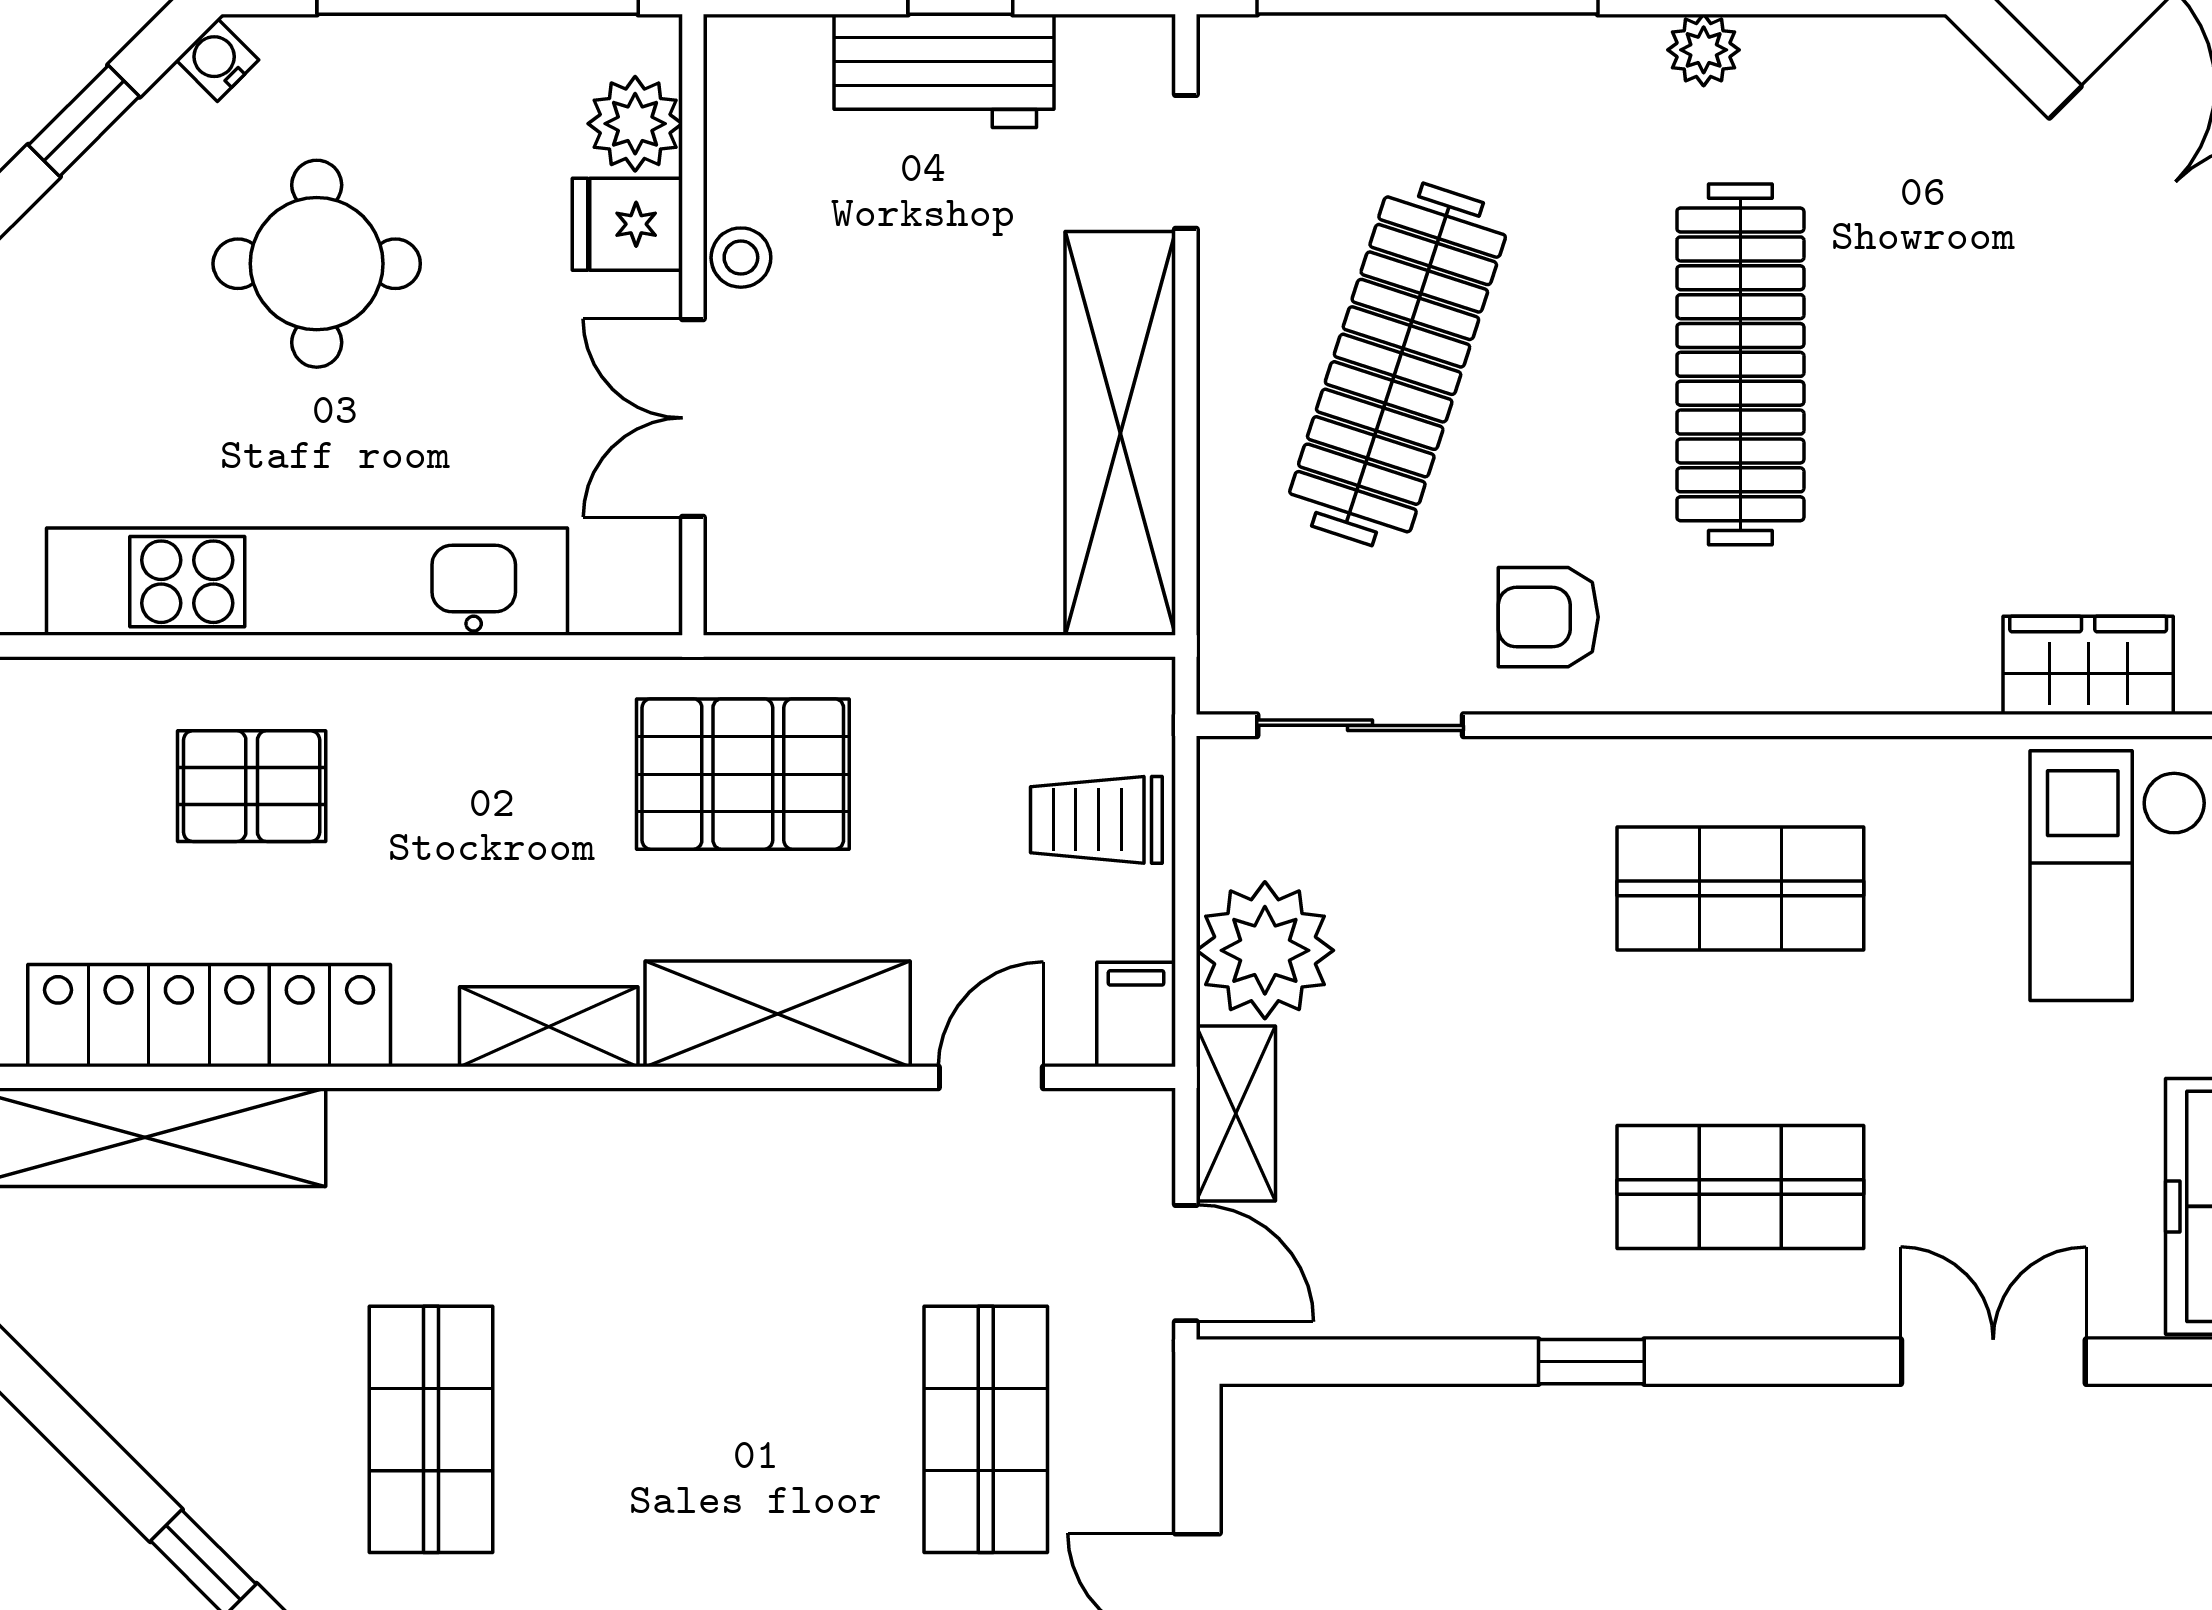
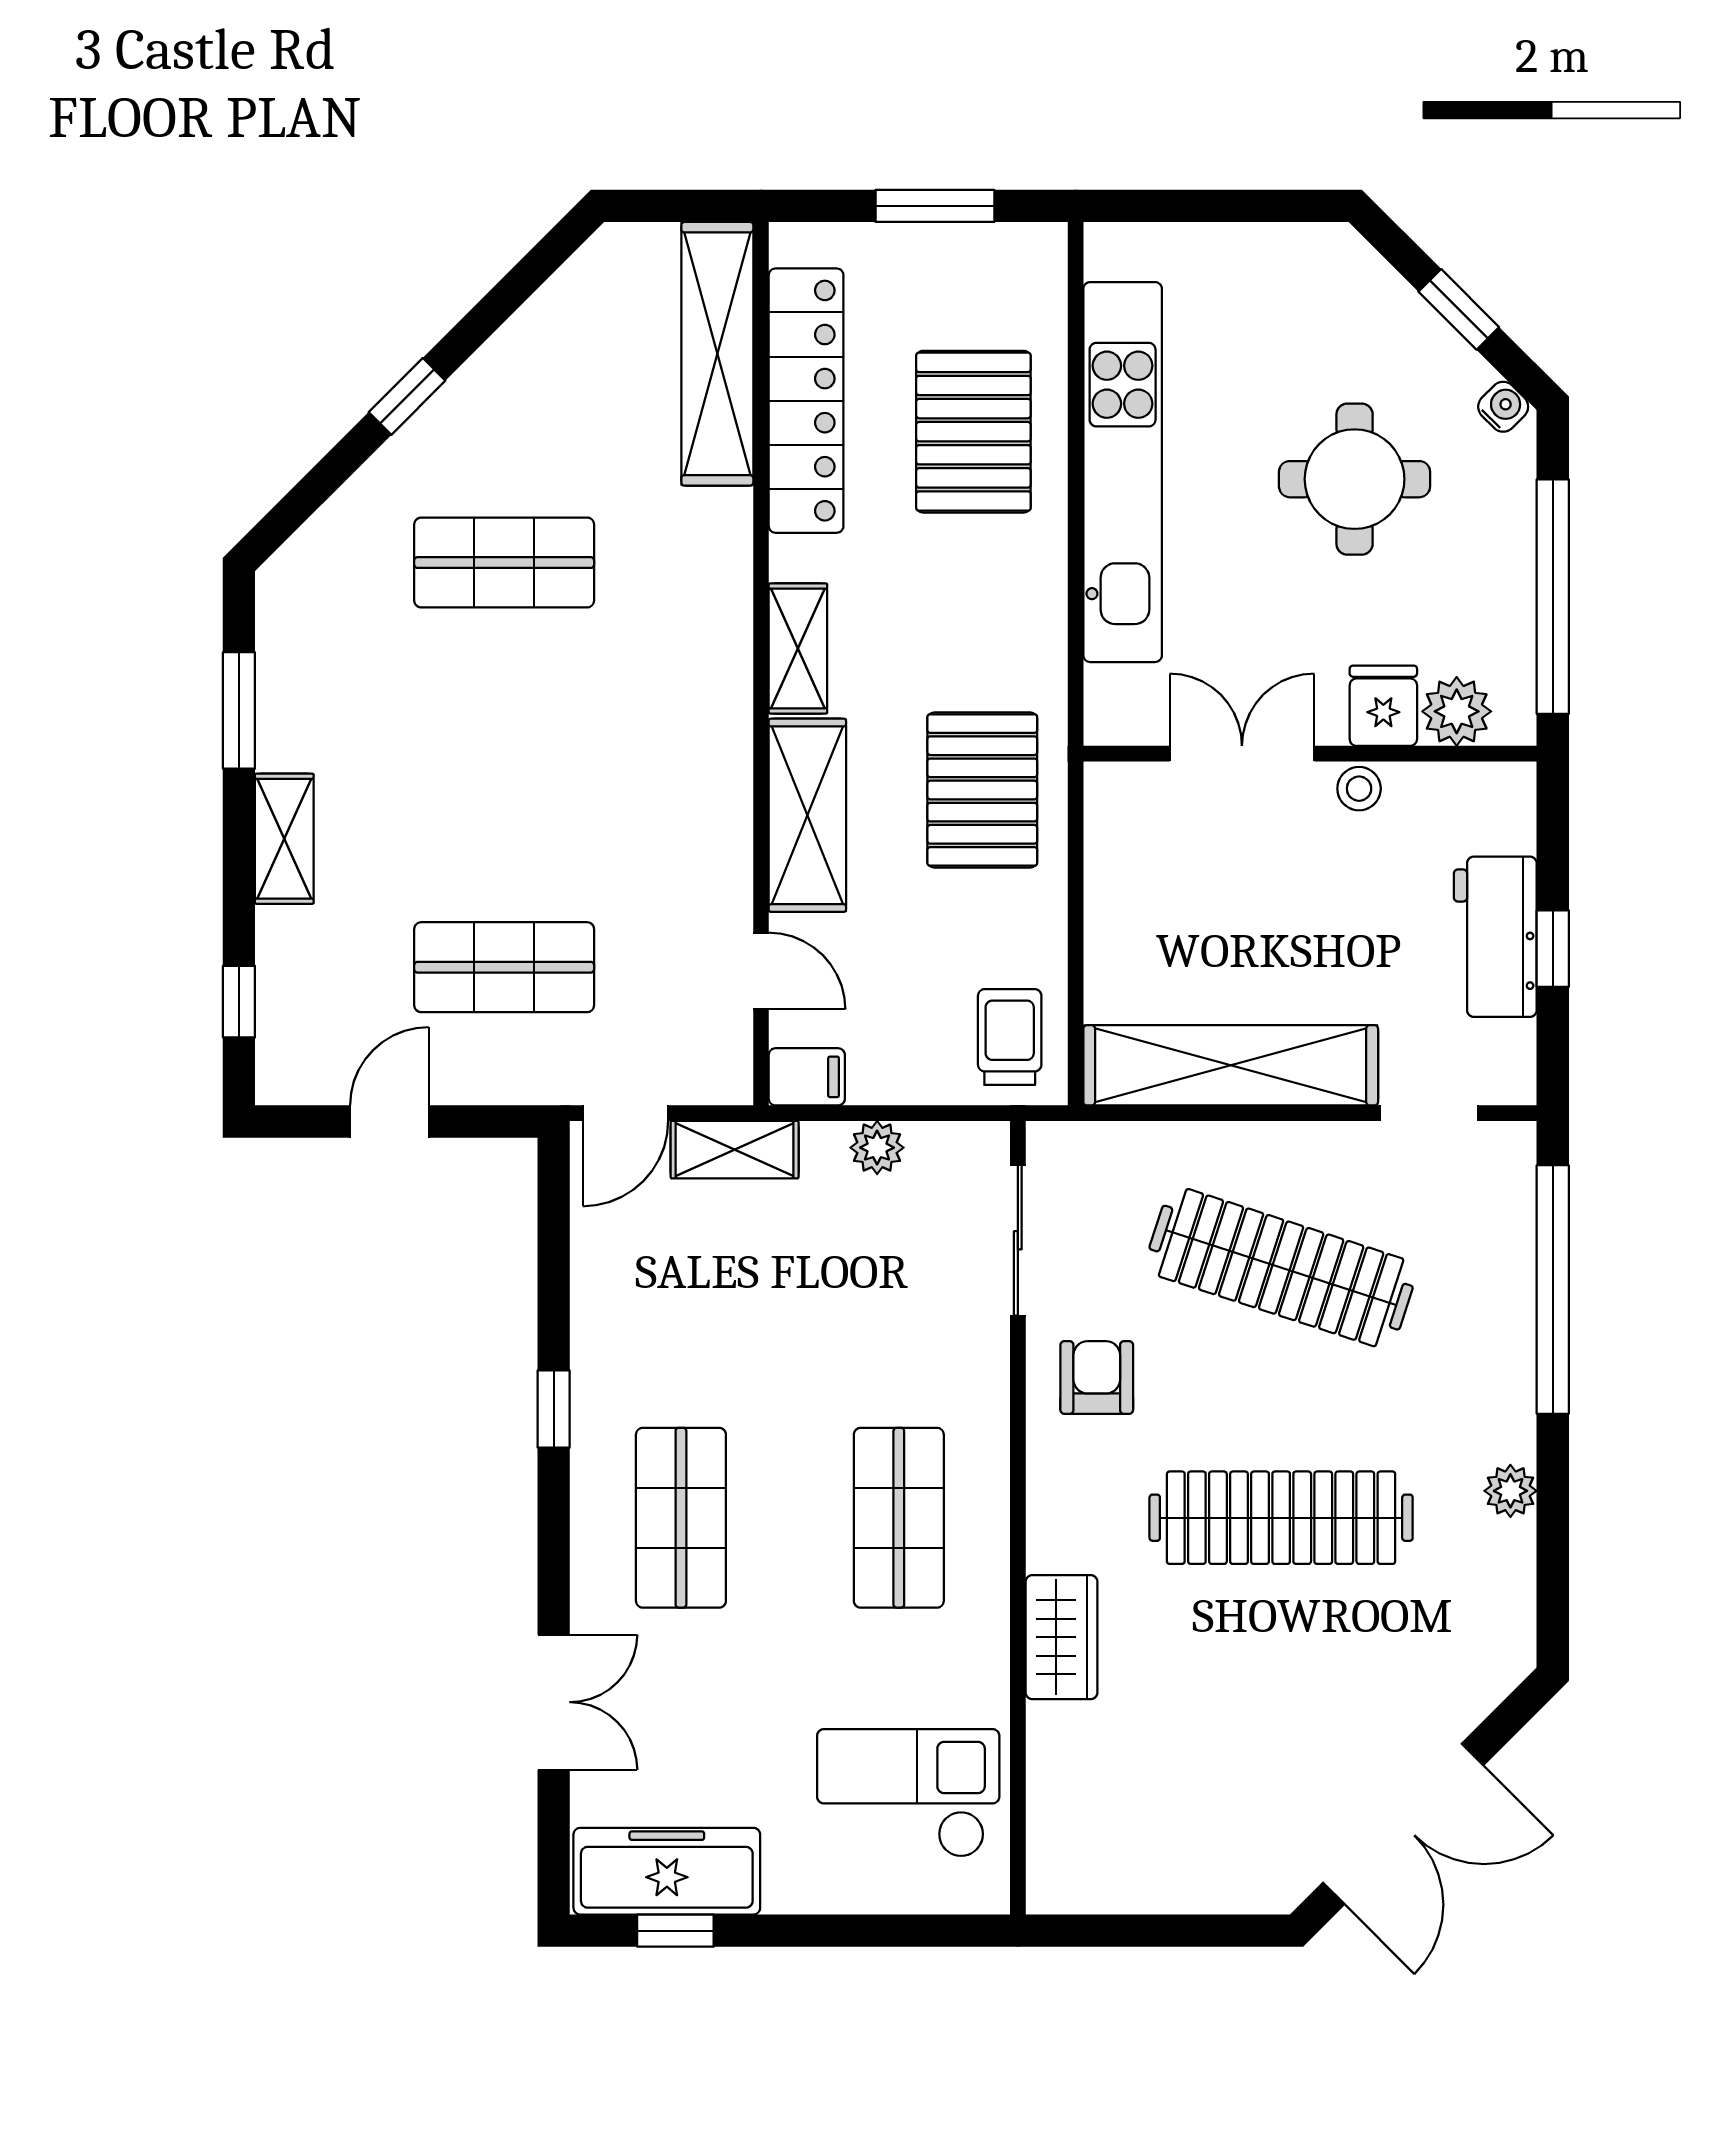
wardrobe: (2088, 665) -> (1061, 1637), moved
pallet: (252, 786) -> (973, 432), width x1.50, depth x1.42
trolley: (1096, 820) -> (1010, 1037), moved
plant: (1265, 950) -> (877, 1148), width x0.53, depth x0.53

